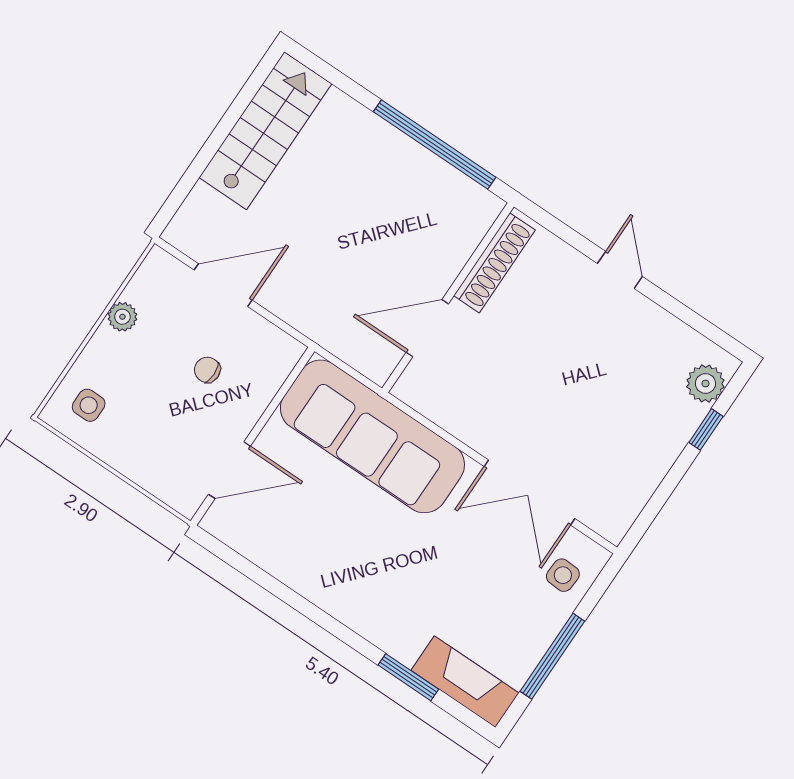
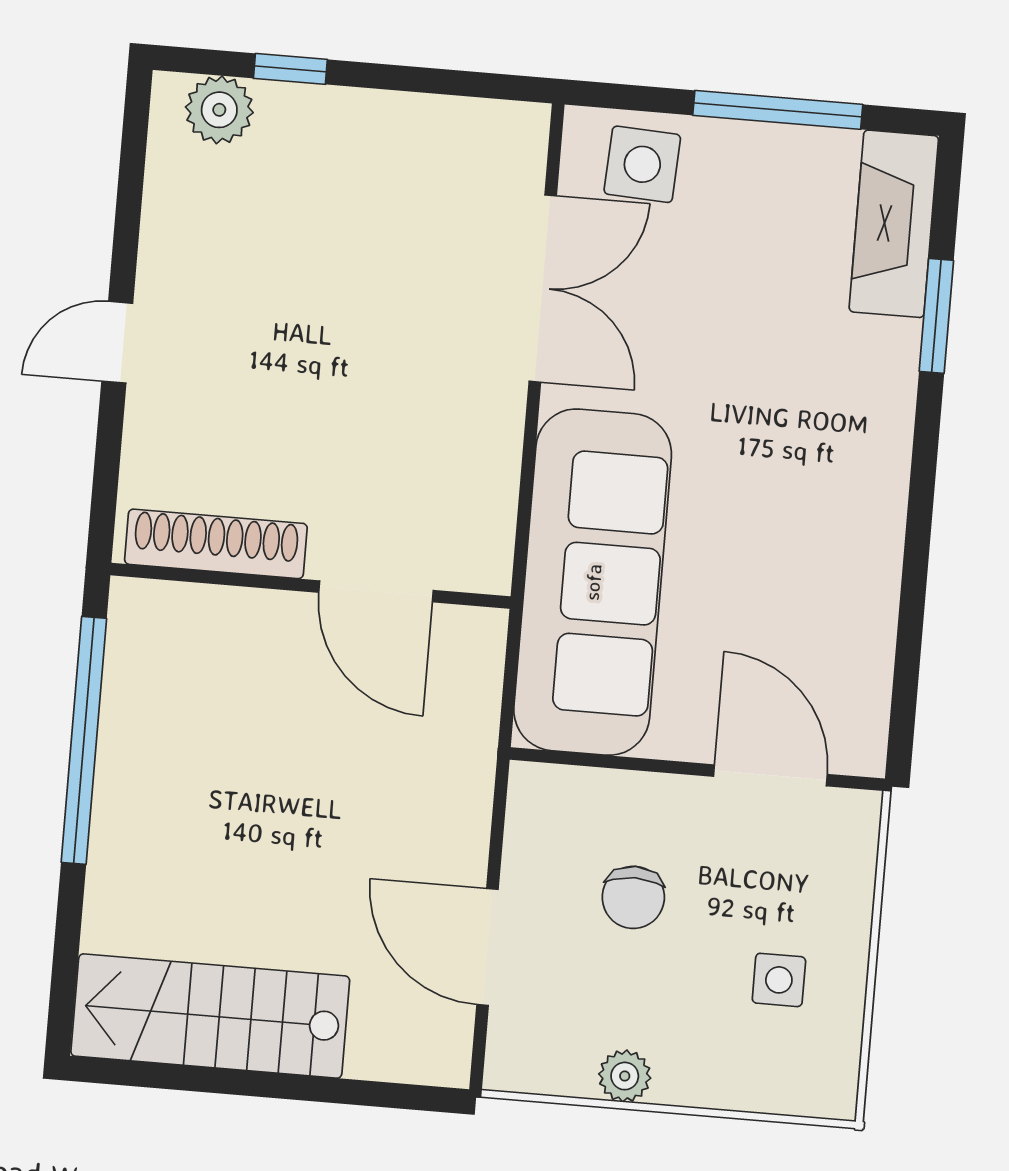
chair: (207, 370) -> (633, 897), width x1.37, depth x1.37
side table: (89, 405) -> (779, 980), moved
side table: (563, 575) -> (642, 164), width x1.37, depth x1.37

